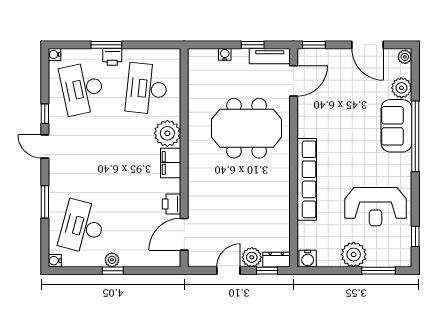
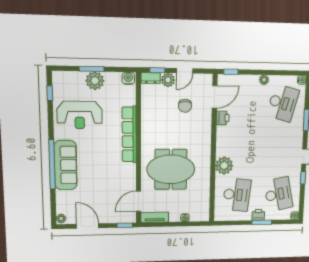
window: (253, 45) -> (166, 224), removed
plant: (401, 88) -> (63, 198), removed
sofa: (396, 126) -> (66, 165), width x1.36
filing cabinet: (171, 163) -> (222, 146), removed
reception desk: (375, 207) -> (80, 115), turned 180
chair: (227, 221) -> (185, 106), added
window: (113, 271) -> (231, 72), moved
window: (378, 271) -> (92, 69), moved

